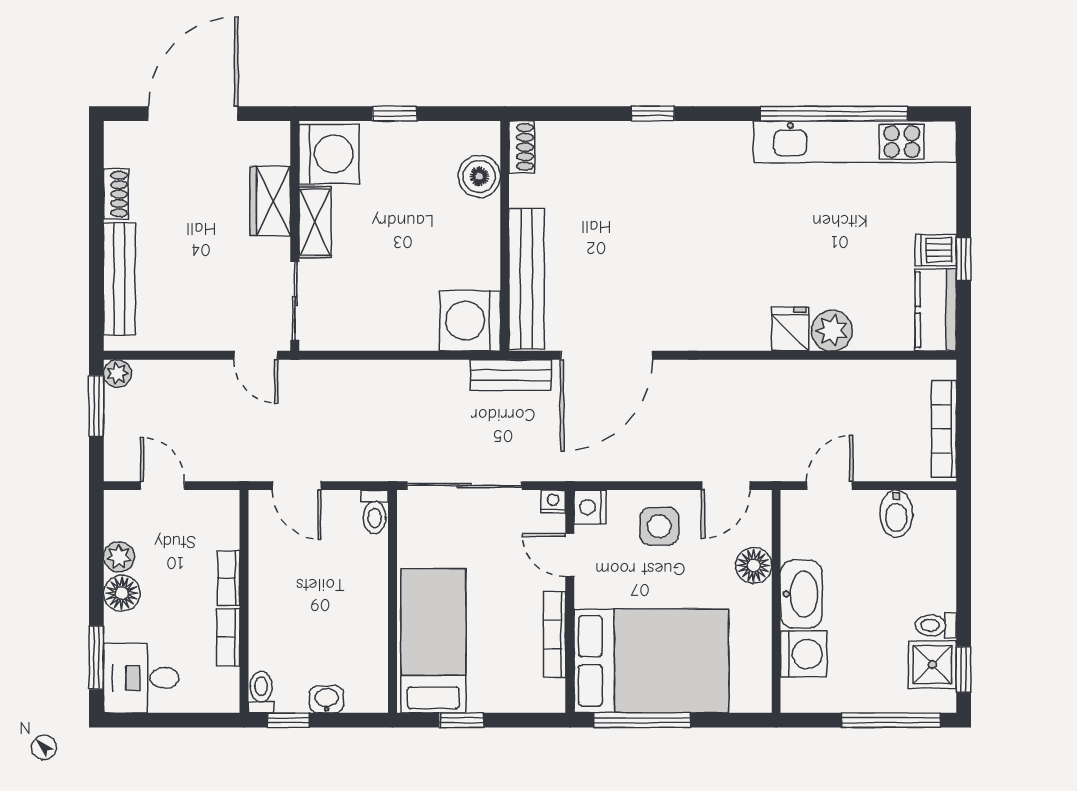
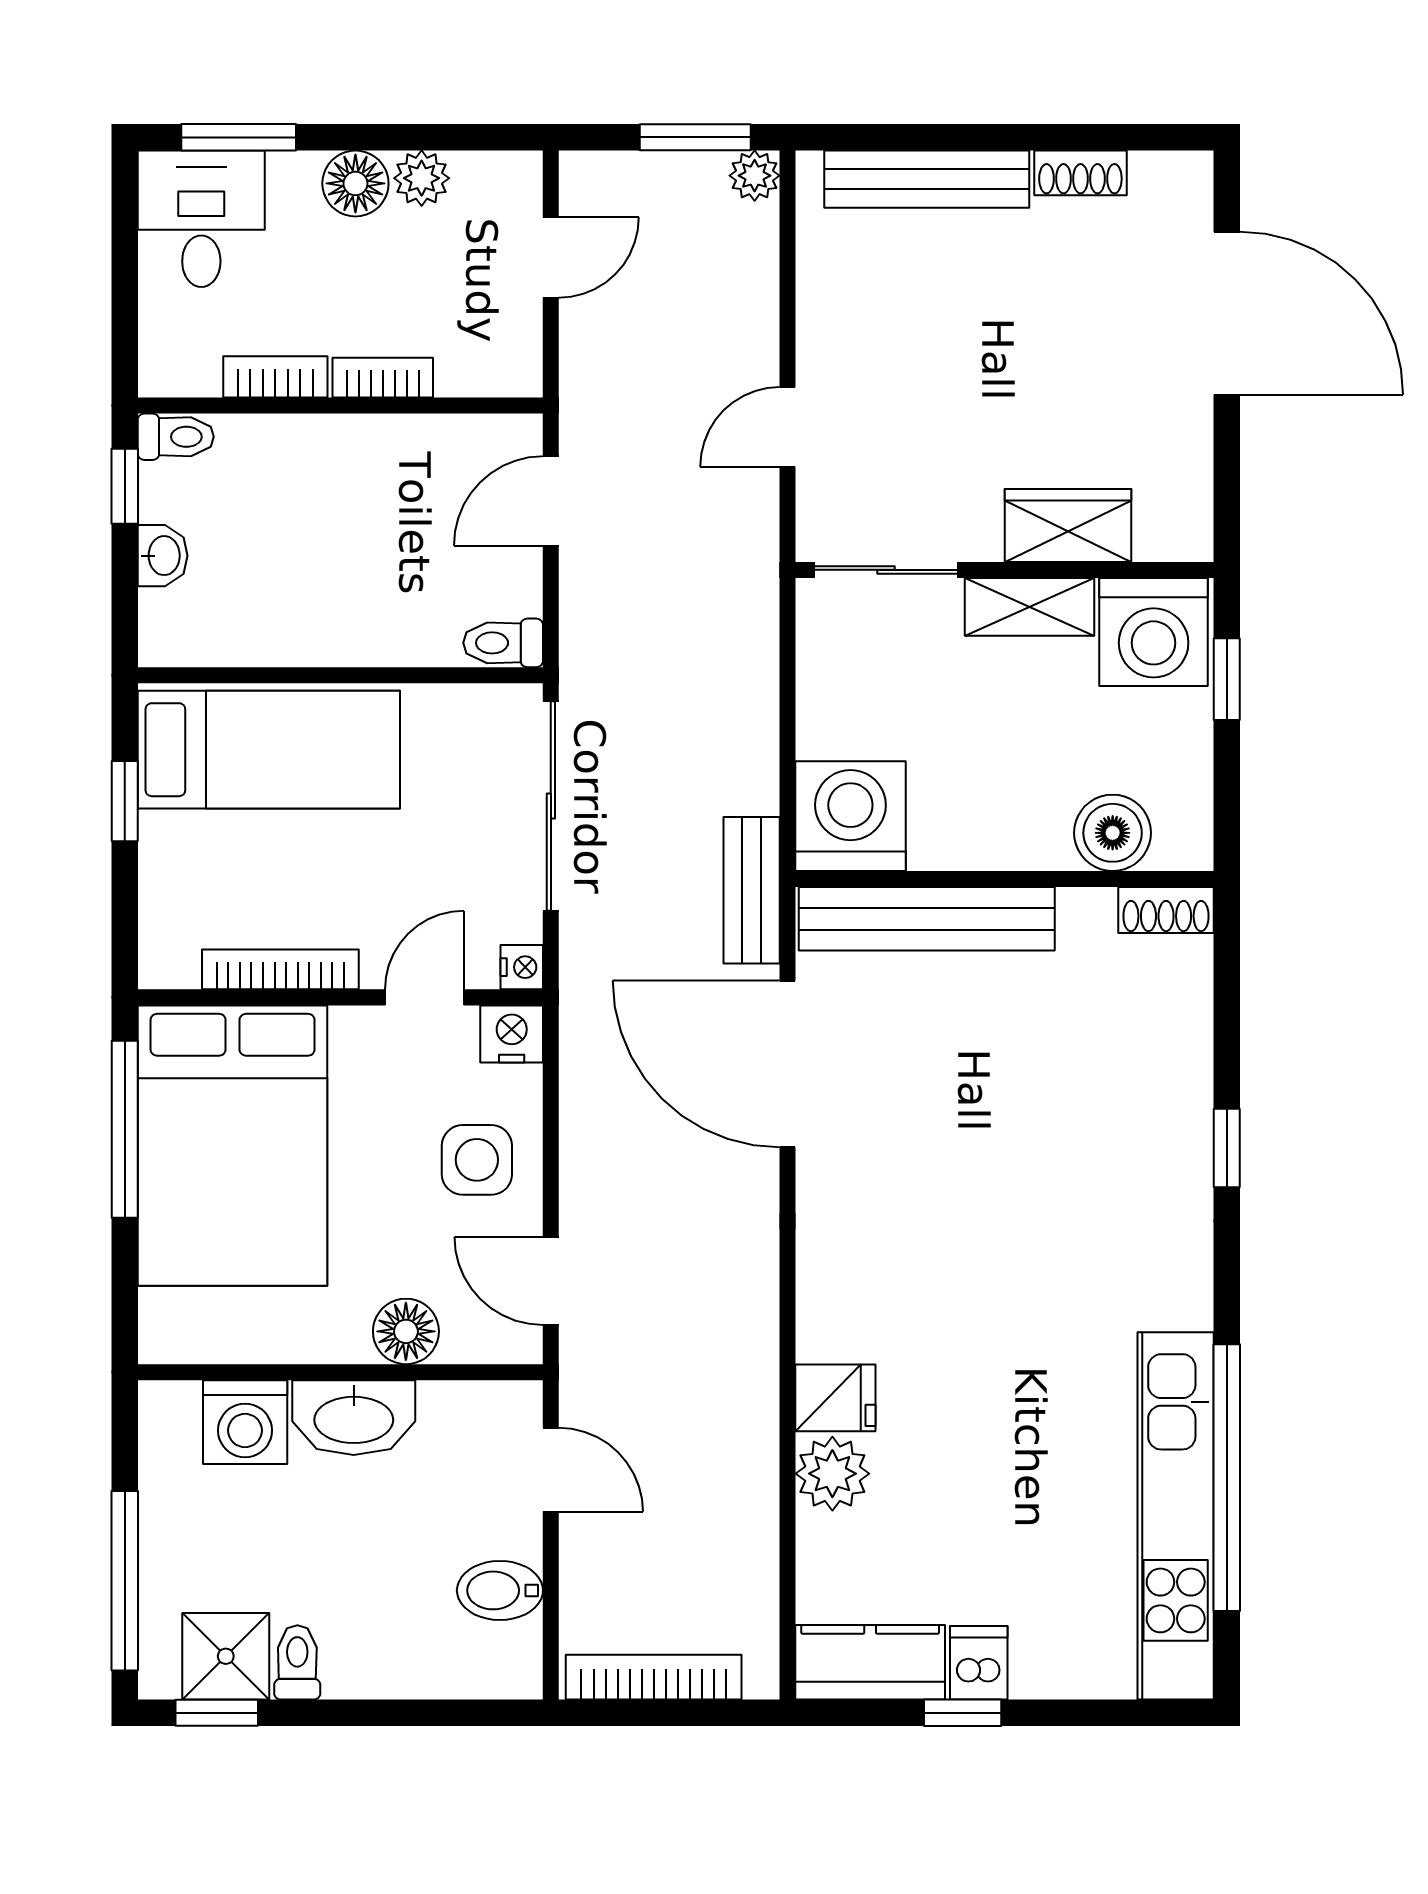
washing machine: (329, 154) -> (1154, 632), moved
wardrobe: (270, 201) -> (1068, 525), moved
shelving: (315, 222) -> (1030, 607), moved
wall: (295, 236) -> (1005, 570), moved
sliding door: (295, 301) -> (886, 570), moved

